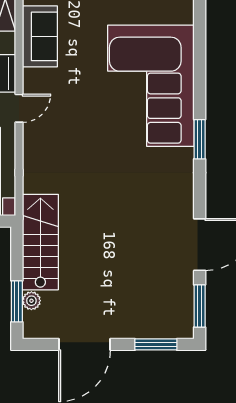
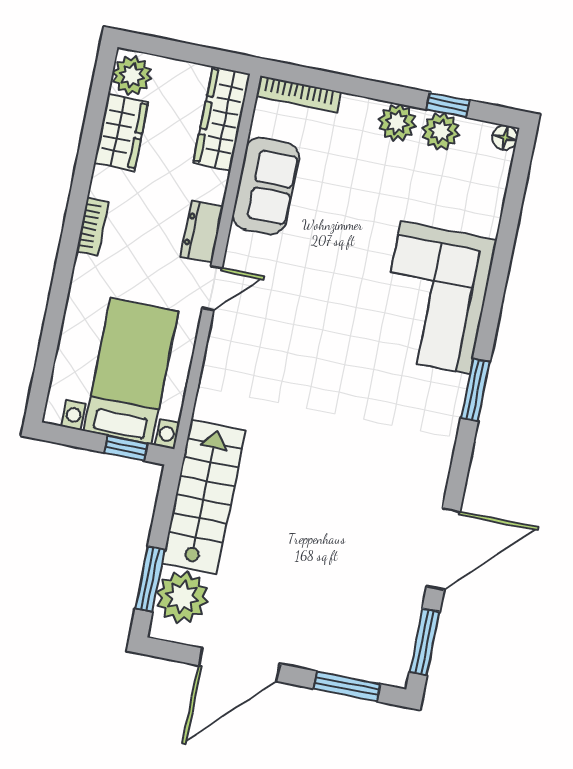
corner sofa: (151, 86) -> (435, 298), width x0.73, depth x0.74
plant: (31, 301) -> (182, 597), width x1.88, depth x1.88

